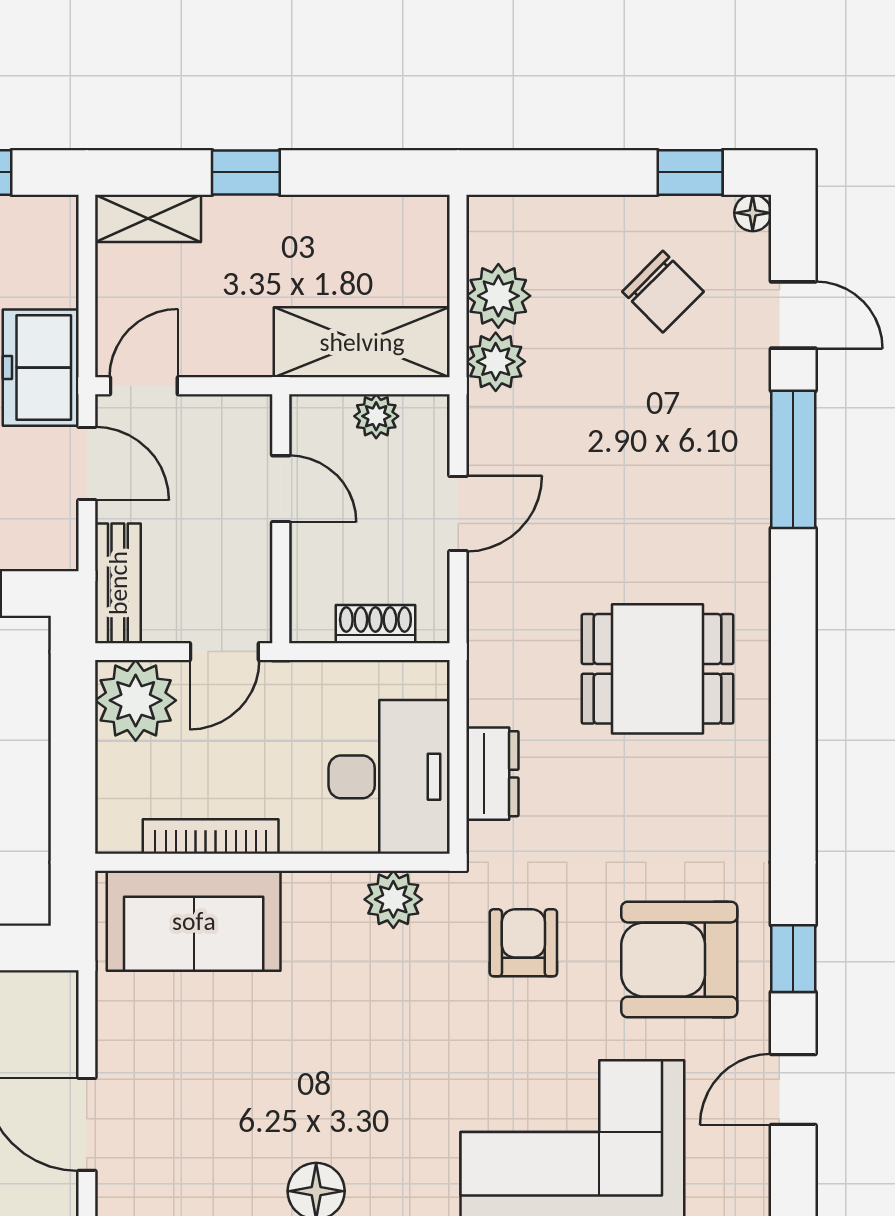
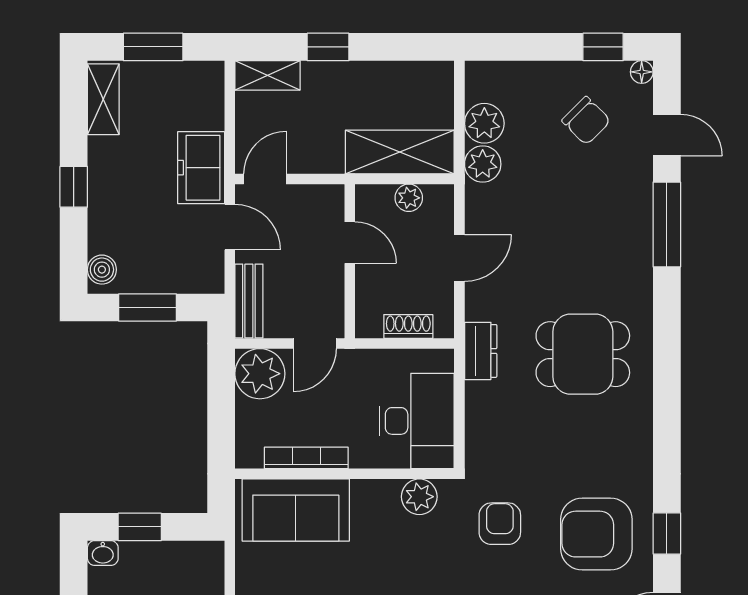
dresser: (492, 774) -> (481, 351), moved

